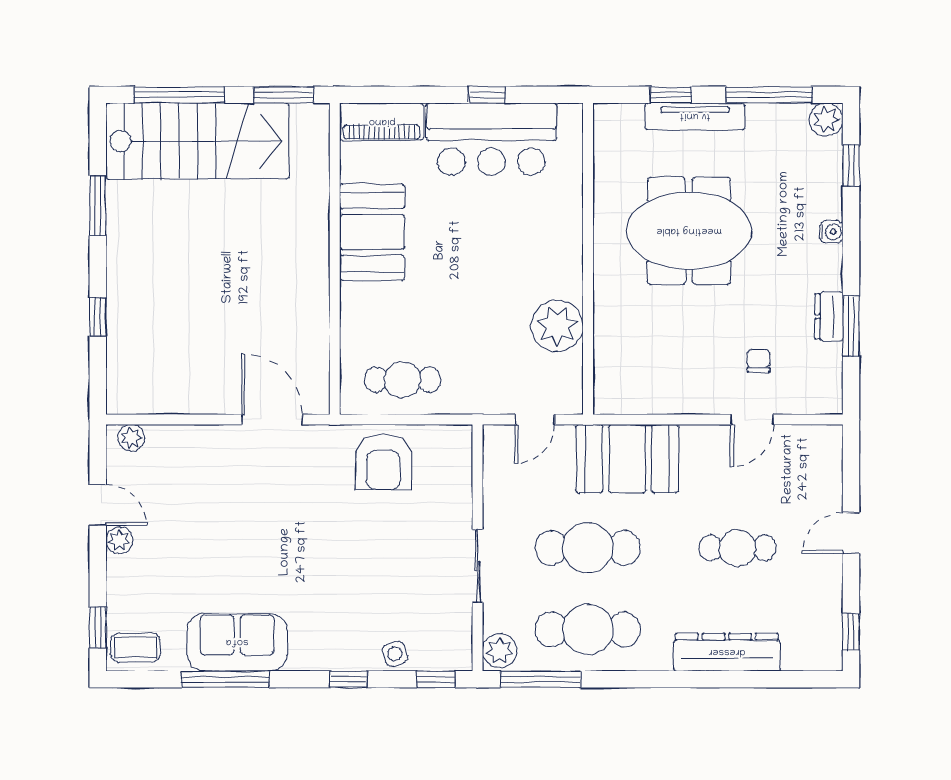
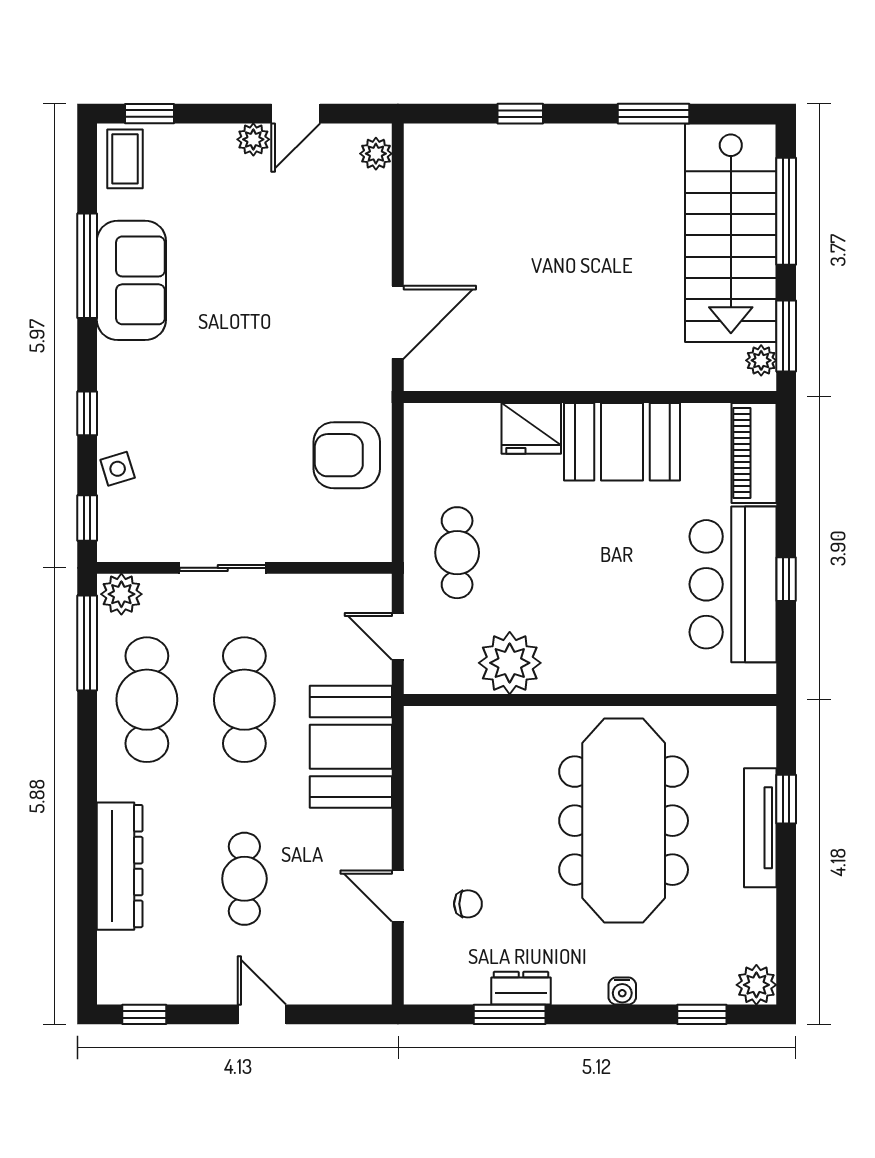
window: (769, 95) -> (786, 916), removed
plant: (304, 116) -> (761, 360), added
meeting table: (689, 231) -> (624, 821), width x1.36
fridge: (361, 308) -> (531, 428), added
cafe table: (402, 380) -> (457, 553), moved

